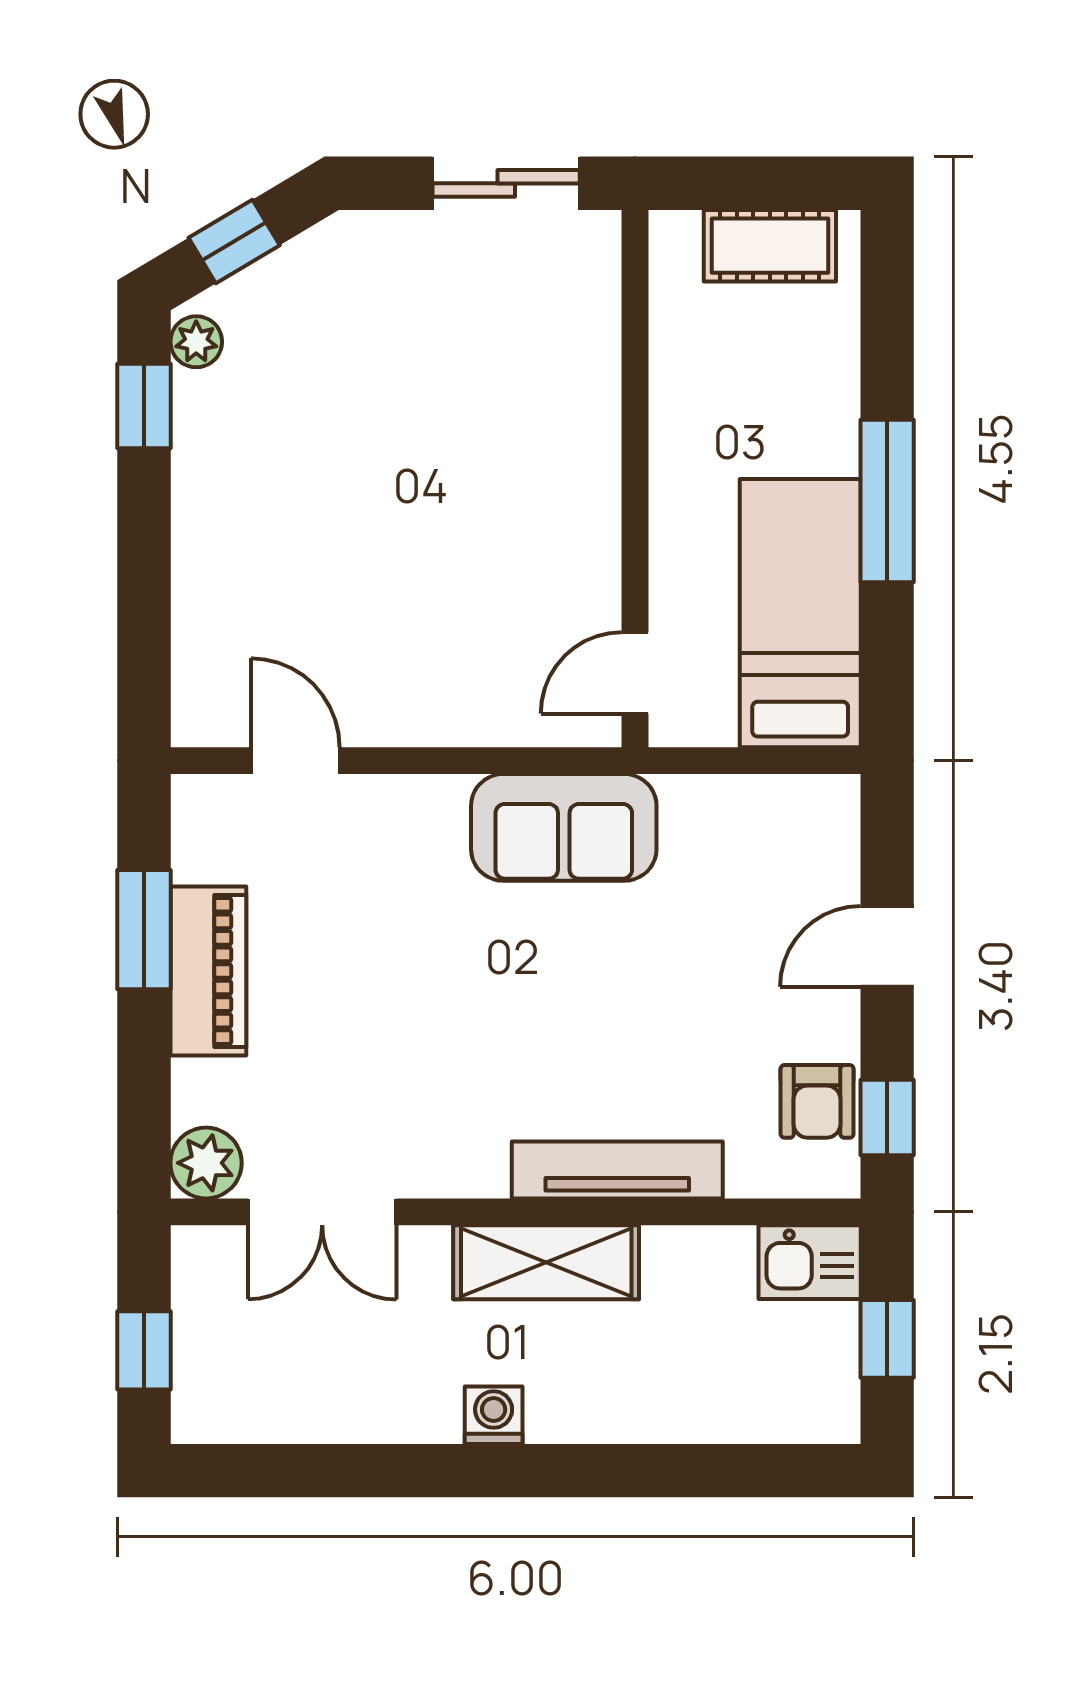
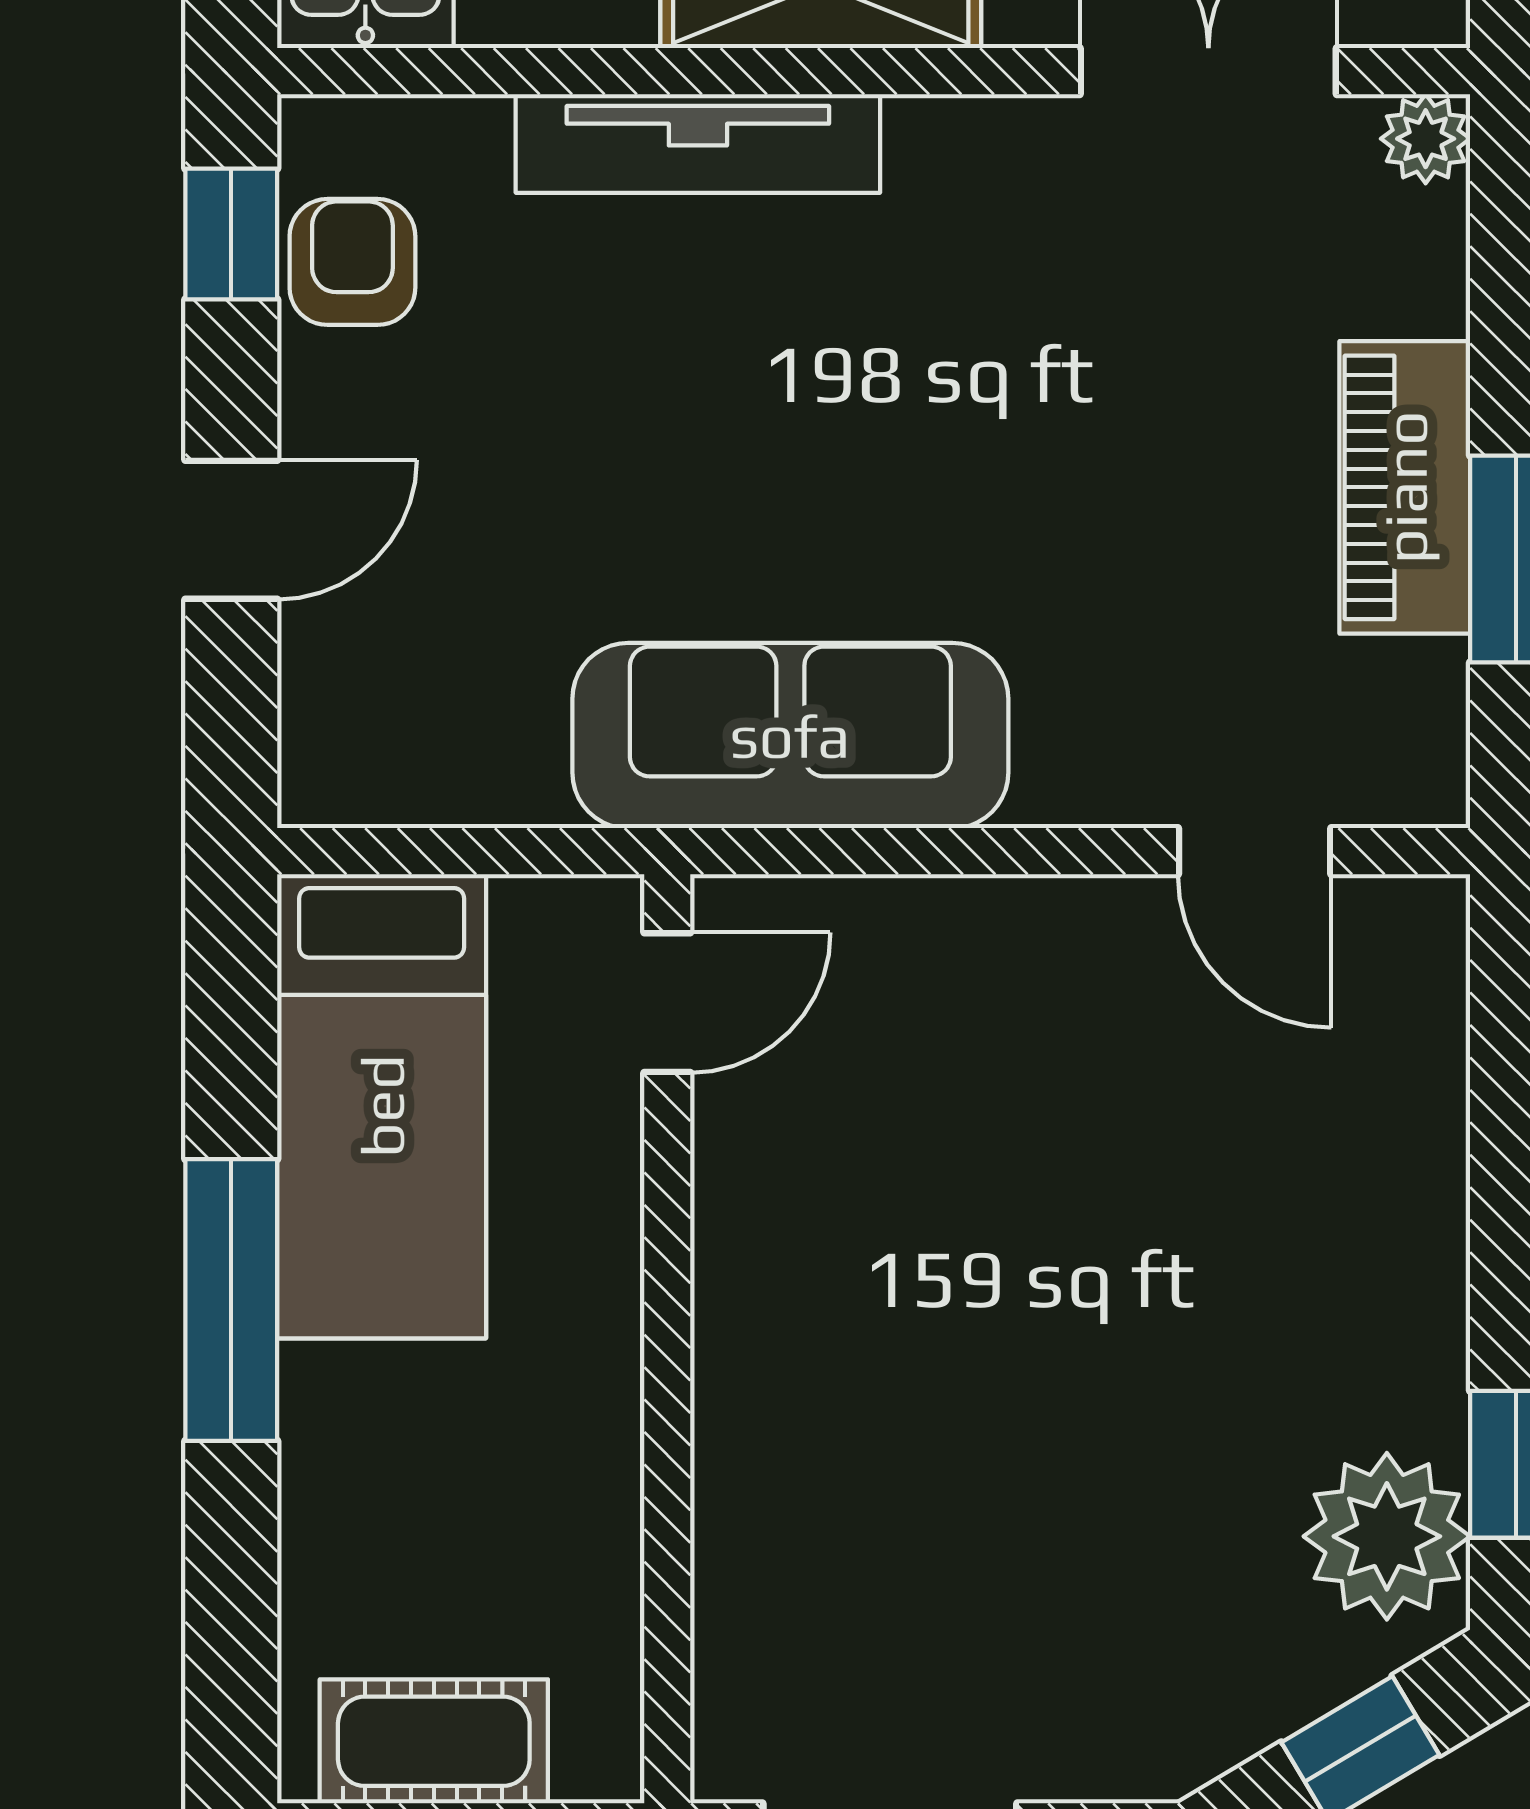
plant: (196, 342) -> (1387, 1536), width x1.88, depth x1.88
sofa: (564, 827) -> (790, 736), width x1.36
plant: (206, 1163) -> (1426, 139), width x0.73, depth x0.73

